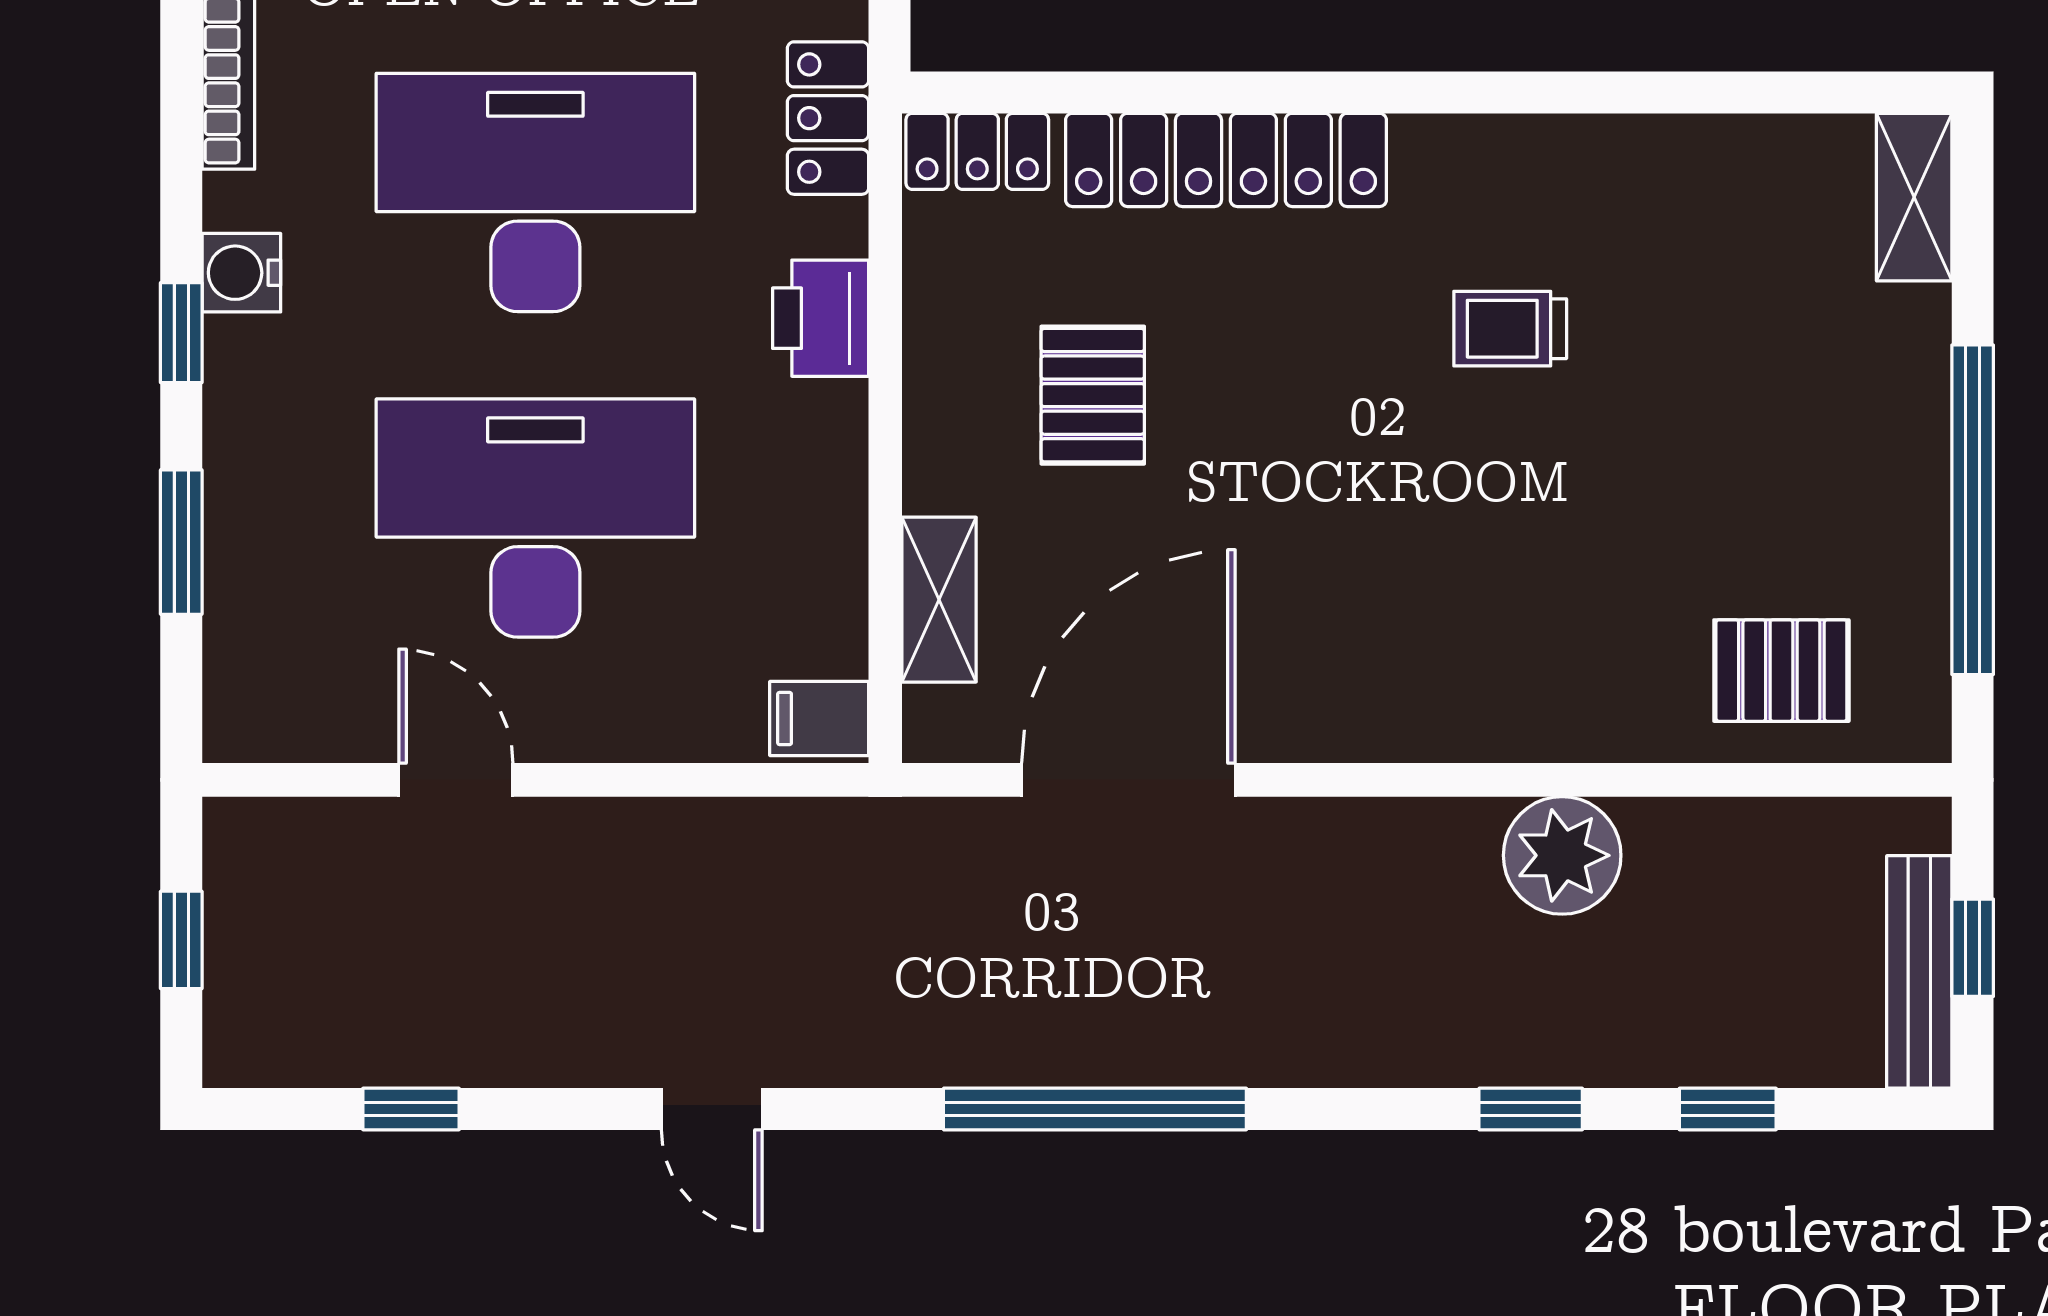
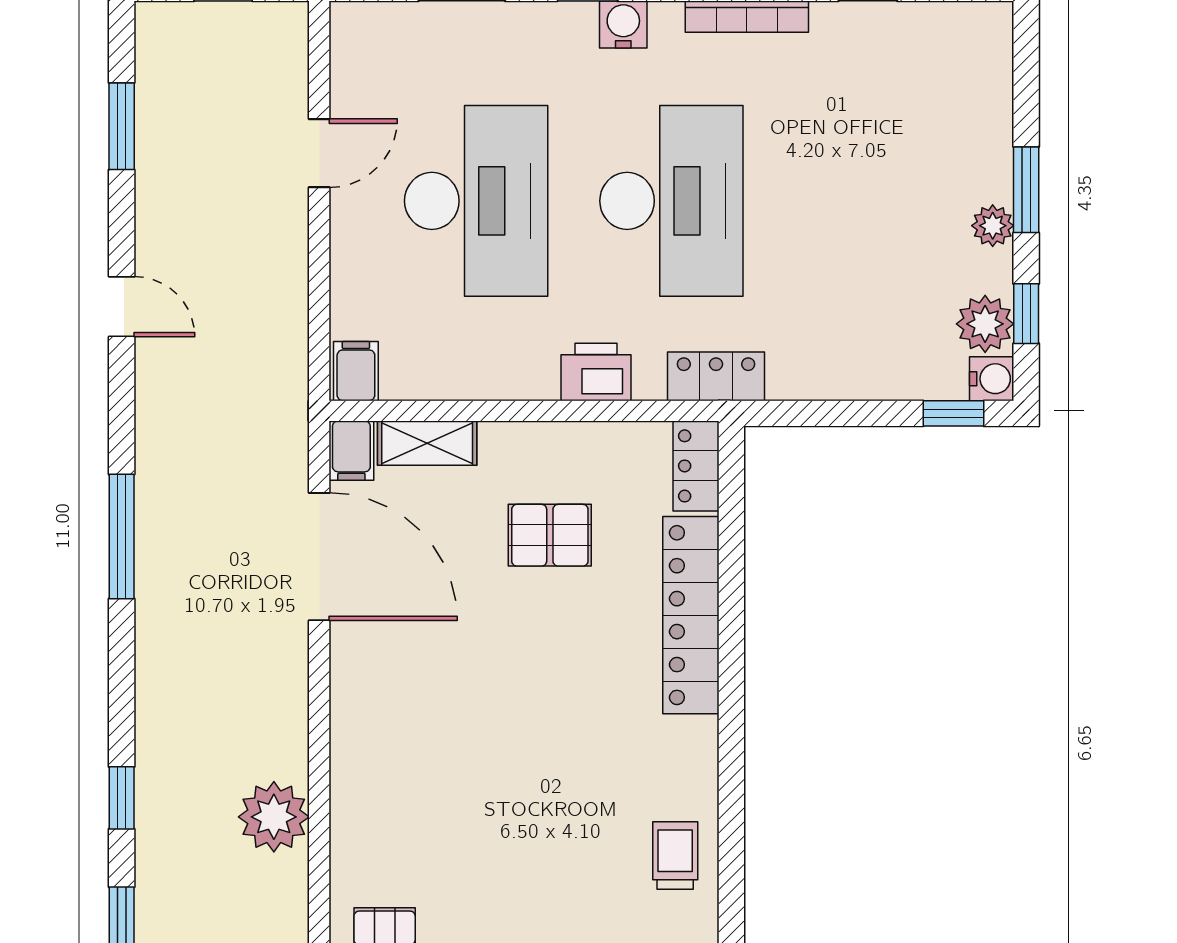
trolley: (1510, 329) -> (675, 855), moved
filing cabinet: (952, 726) -> (351, 451), added
window: (411, 1109) -> (122, 126), width x1.50
door: (712, 1109) -> (122, 307), swing flipped
window: (1095, 1109) -> (122, 537), width x0.68

